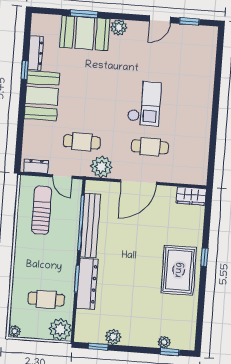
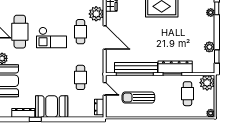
cafe table: (157, 57) -> (20, 32), added
checkout: (144, 103) -> (52, 38), turned 180
plant: (101, 167) -> (96, 14), moved
door: (62, 177) -> (105, 89), hinge flipped
sun lounger: (42, 210) -> (138, 98), moved

